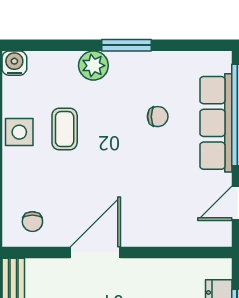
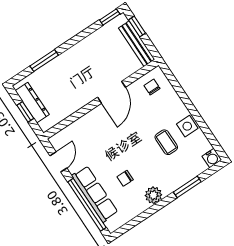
window: (127, 45) -> (187, 187), moved
plant: (93, 66) -> (153, 195), moved

